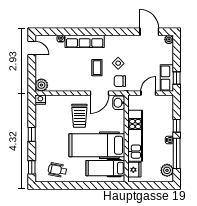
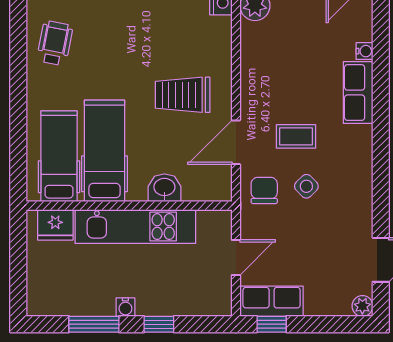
row of seats: (85, 41) -> (358, 93), width x0.68
door: (99, 93) -> (236, 142), hinge flipped
door: (148, 93) -> (236, 258), hinge flipped
washbasin: (119, 103) -> (164, 188), moved
hospital bed: (97, 145) -> (105, 151), width x0.73, depth x0.78
window: (177, 153) -> (94, 324), width x0.69
plant: (167, 170) -> (54, 301), removed

